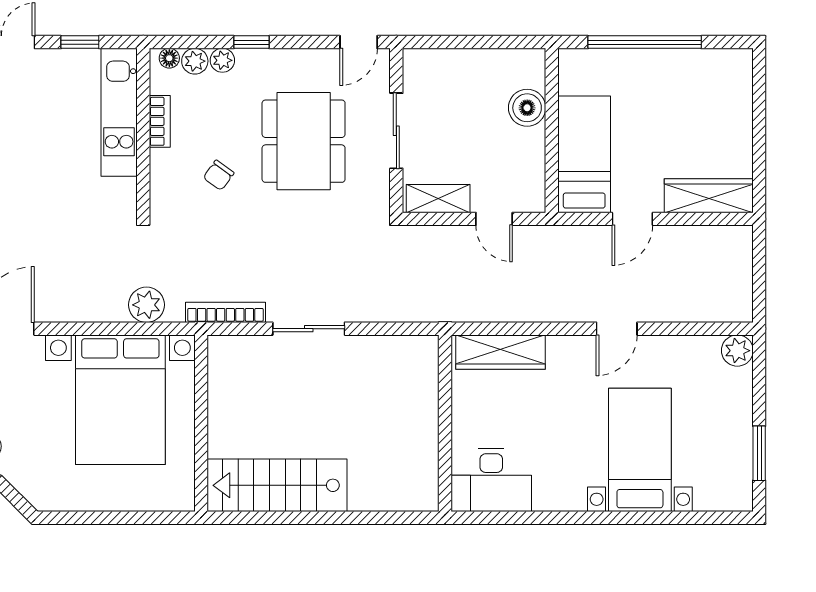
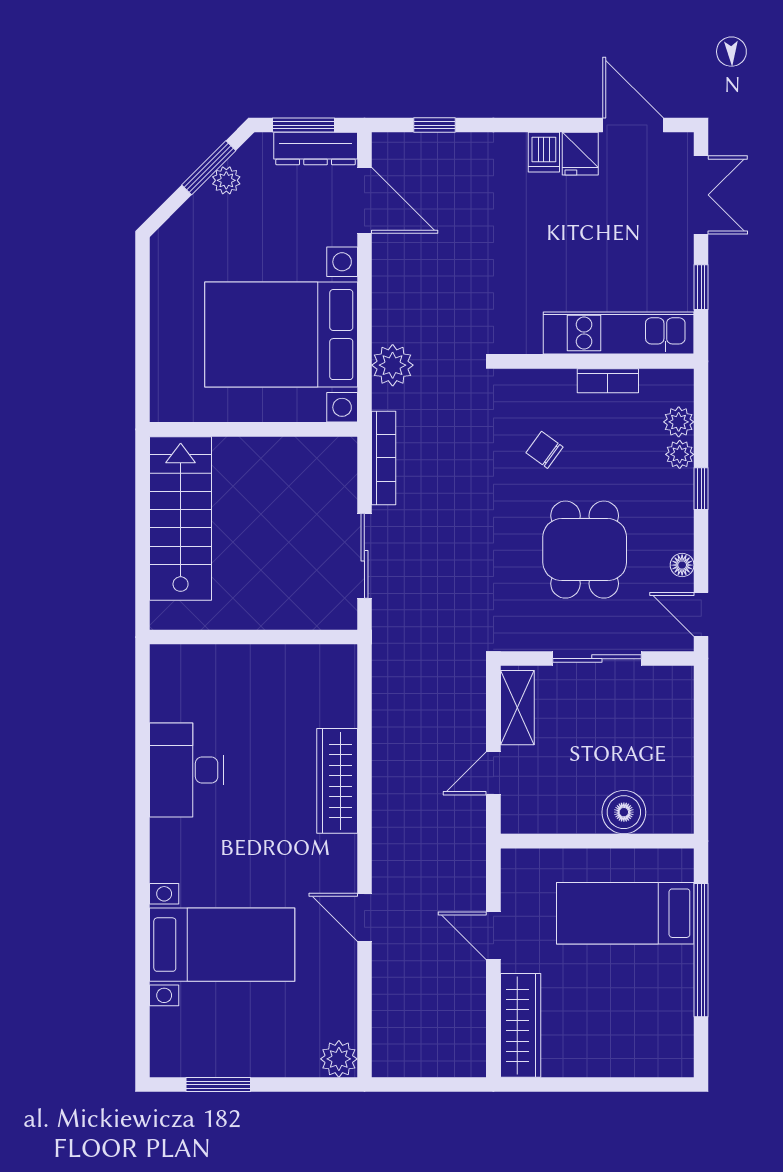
floor lamp: (169, 58) -> (682, 565), moved
dining table: (304, 141) -> (585, 550), width x0.73
bed: (584, 154) -> (625, 913), moved, turned 180
wall: (445, 423) -> (253, 637), moved

